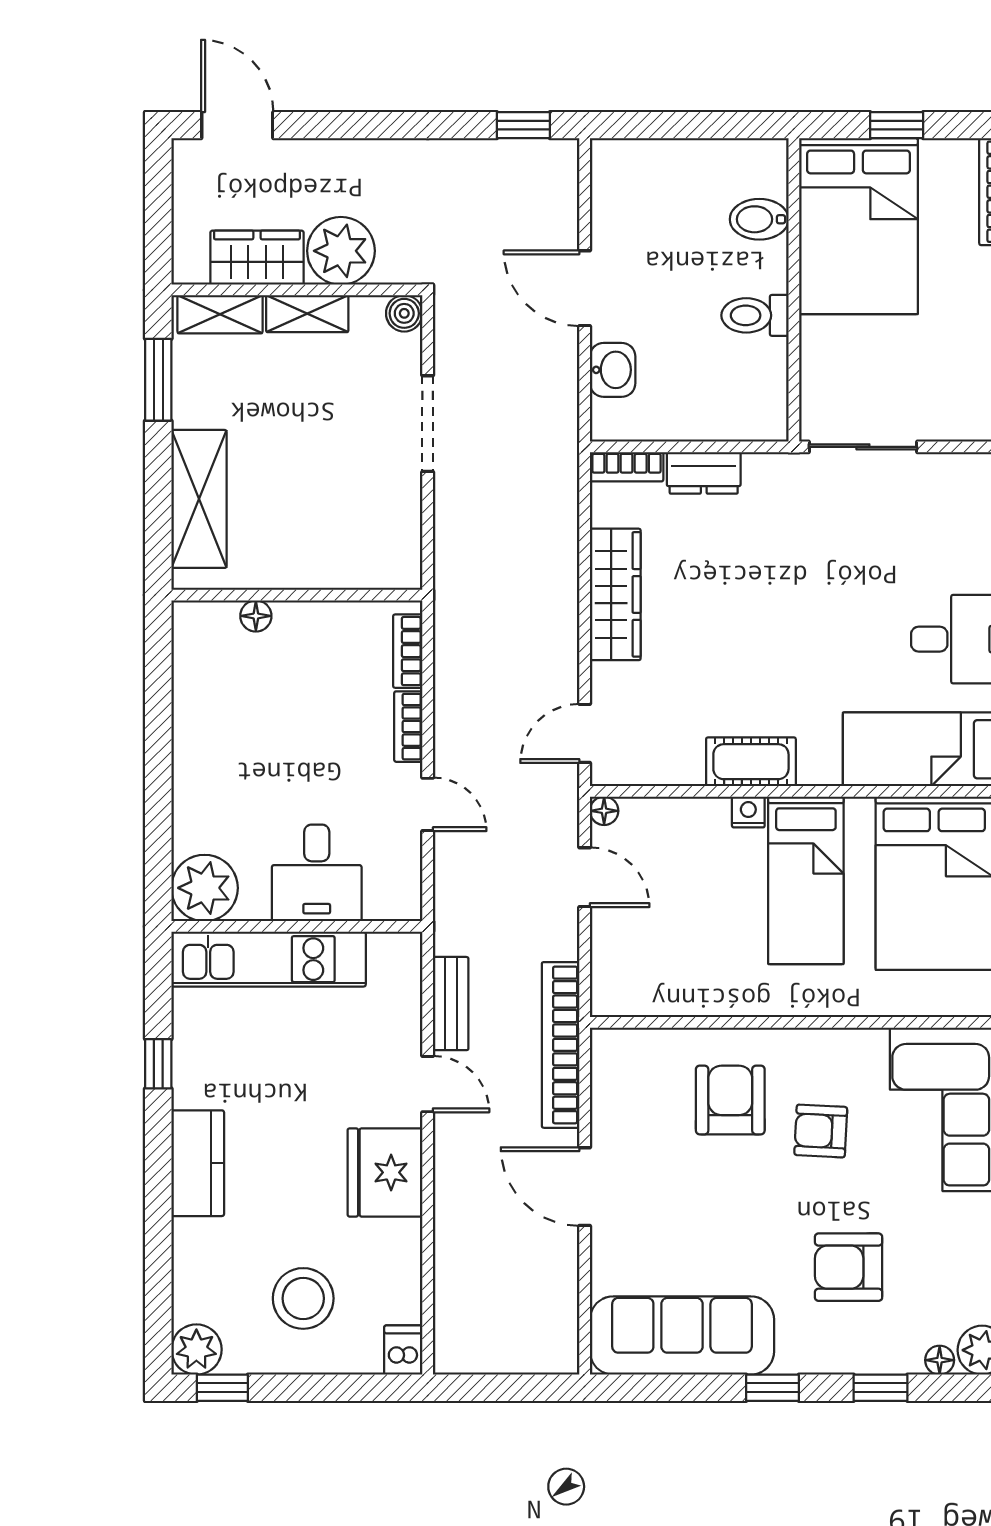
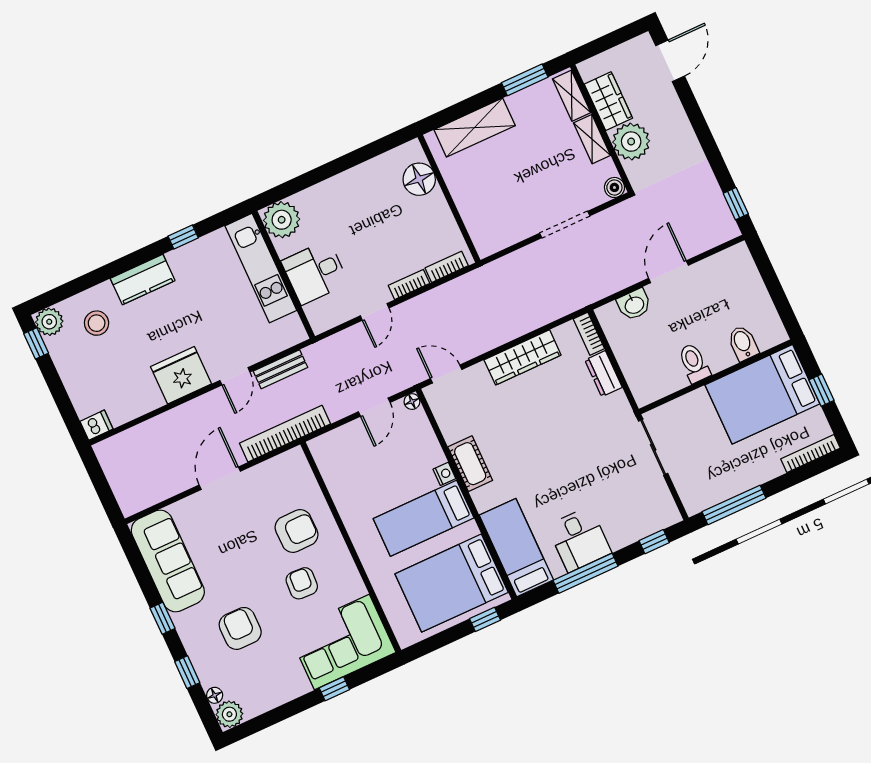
floor lamp: (256, 616) -> (419, 179), width x1.89, depth x1.89
stool: (303, 1298) -> (97, 323), moved, width x0.73, depth x0.73

